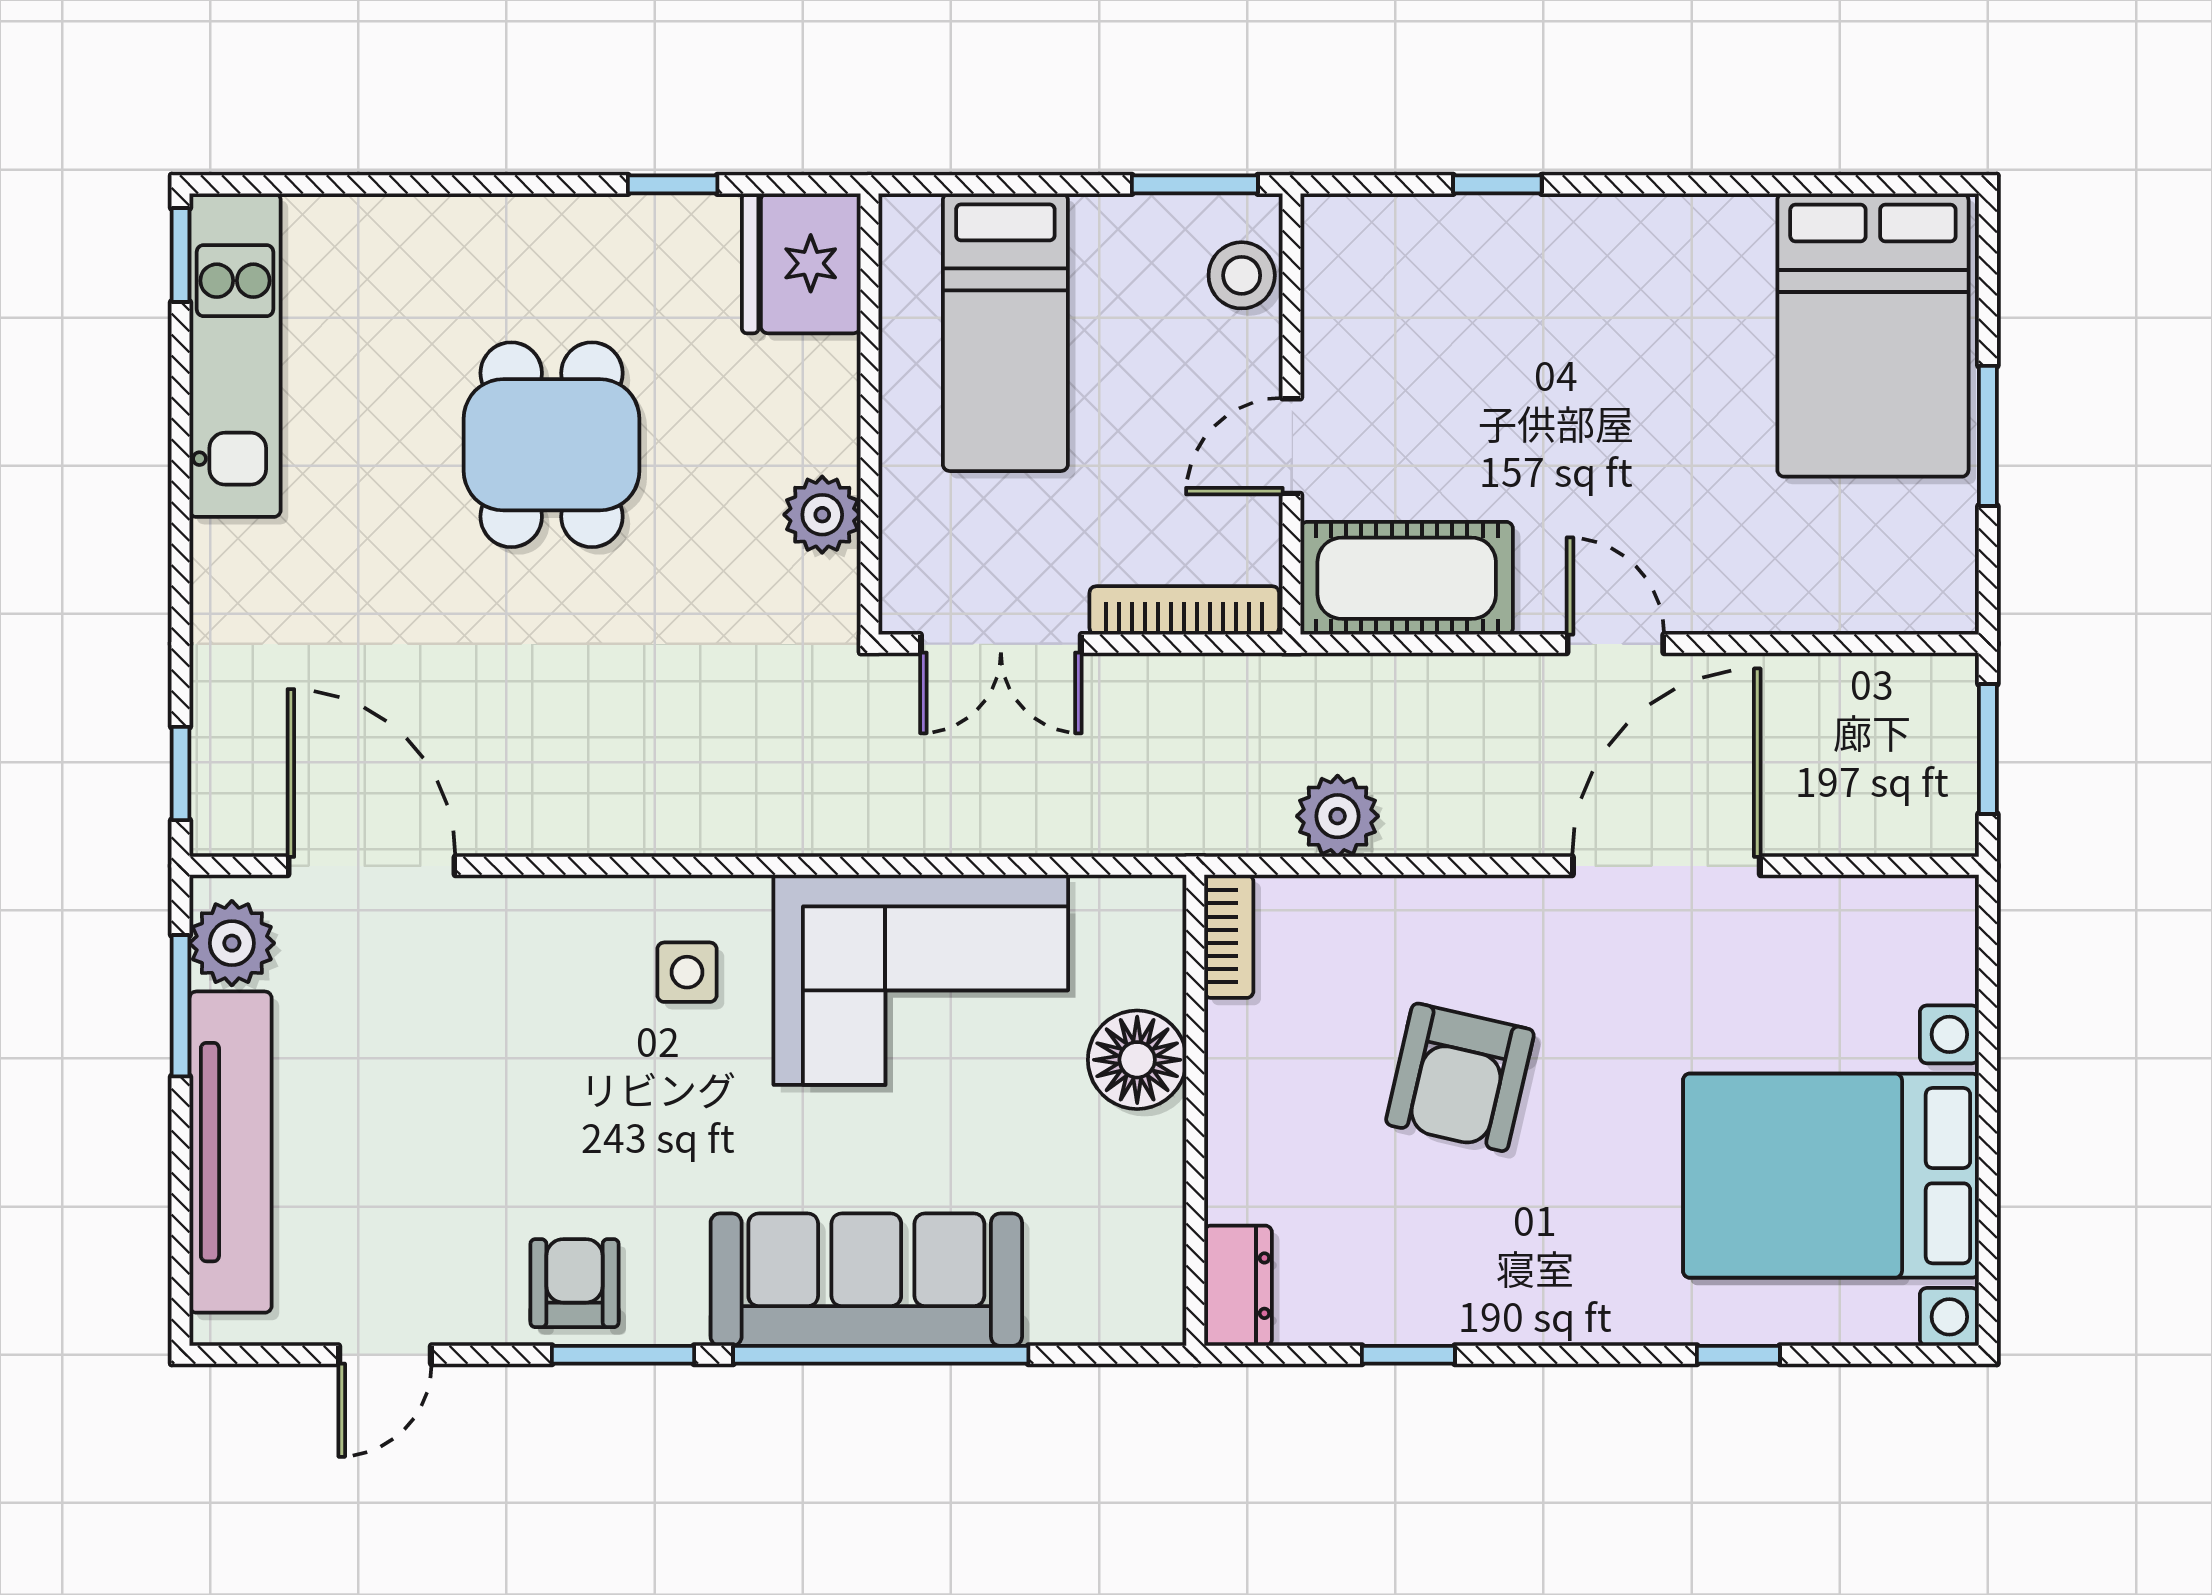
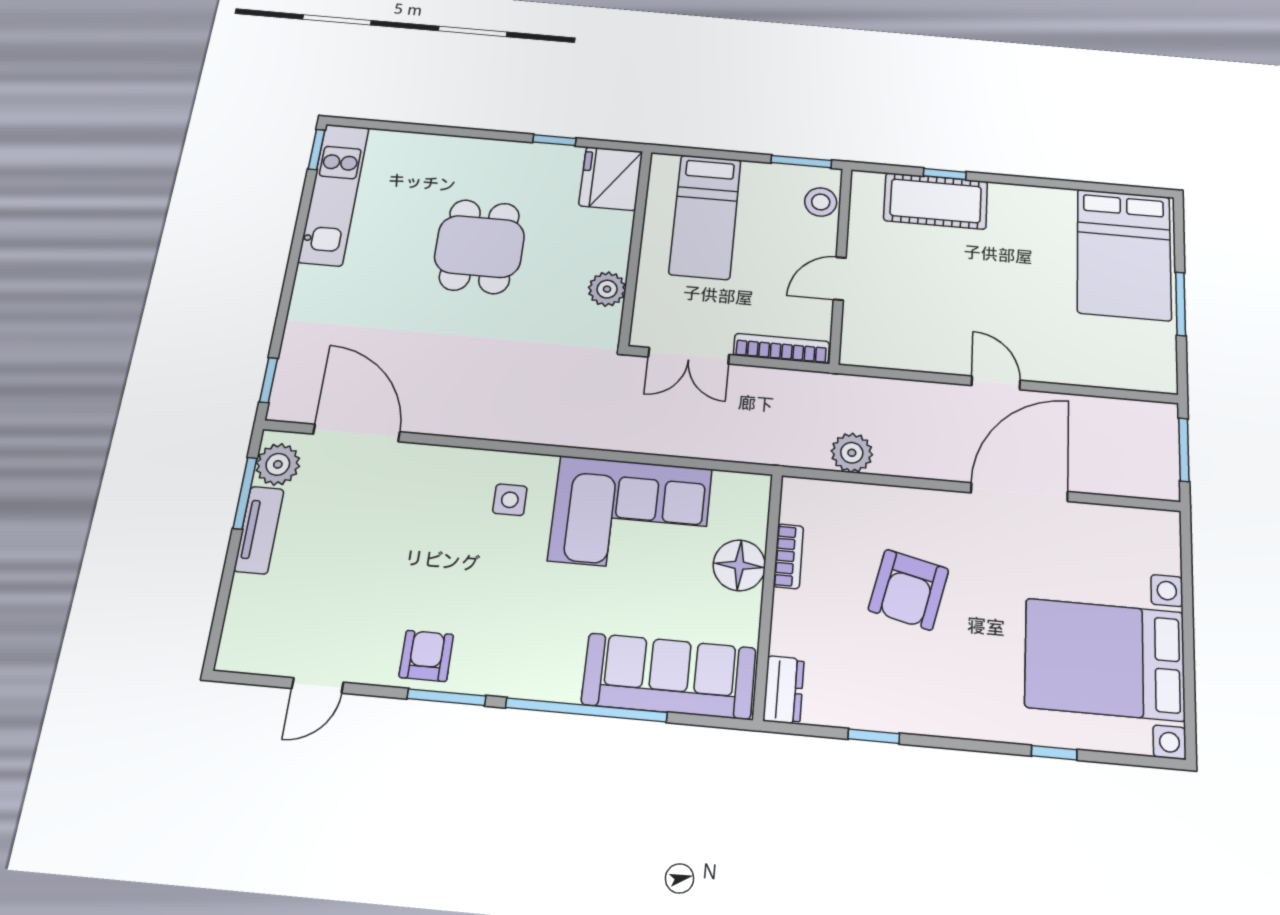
cot: (1407, 578) -> (936, 201), moved
bookcase: (1229, 936) -> (788, 556), moved
tv unit: (231, 1152) -> (259, 530), width x0.52, depth x0.78
sofa: (866, 1280) -> (669, 676), moved

